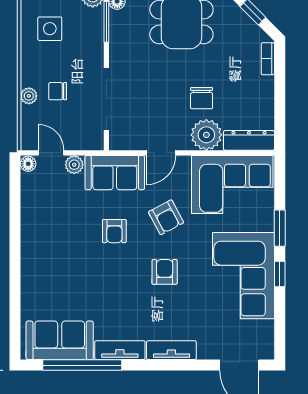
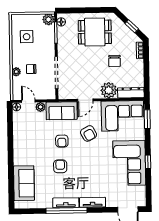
chair: (202, 98) -> (114, 61), moved
window: (280, 228) -> (147, 119), moved
armchair: (165, 272) -> (60, 166), moved
sofa: (60, 340) -> (24, 183), moved, turned 90
window: (82, 365) -> (67, 210), moved

